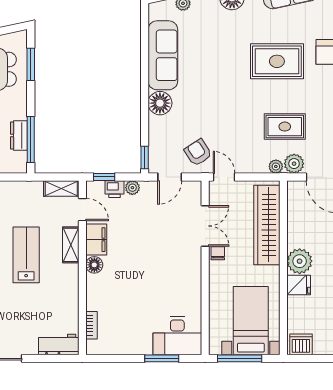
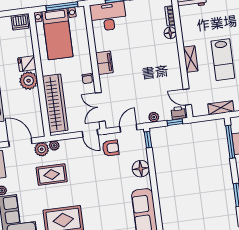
floor lamp: (160, 103) -> (141, 169), moved
armchair: (198, 153) -> (111, 148), turned -57
shelving: (61, 188) -> (221, 108), moved
printer: (114, 189) -> (178, 113), moved
double door: (205, 226) -> (100, 107), moved
filing cabinet: (96, 240) -> (104, 63), moved, turned 180
shelving: (71, 245) -> (191, 59), moved
floor lamp: (94, 265) -> (170, 33), moved

